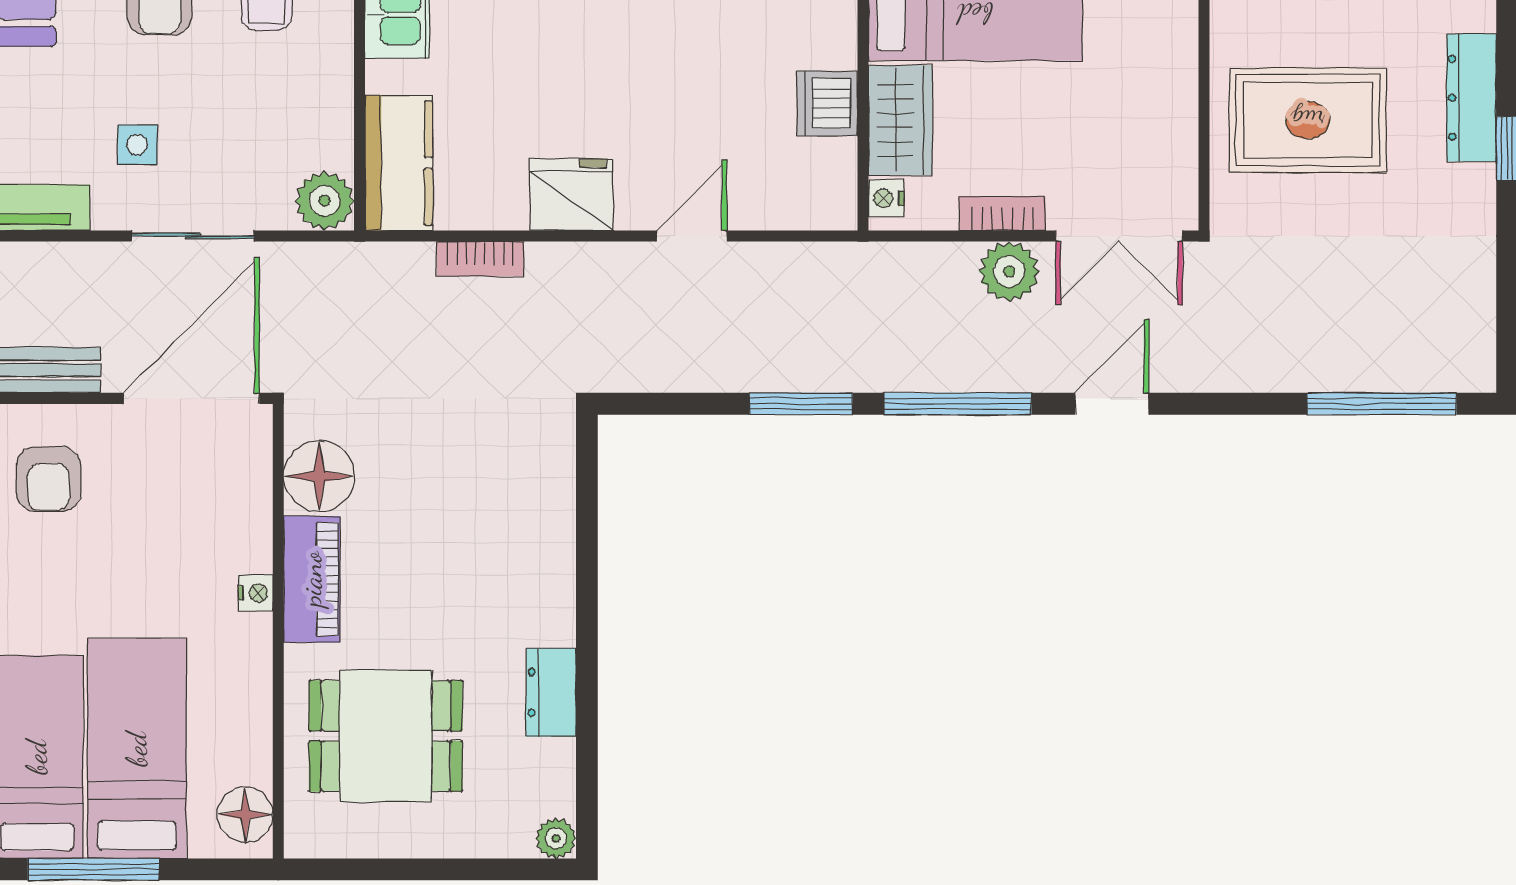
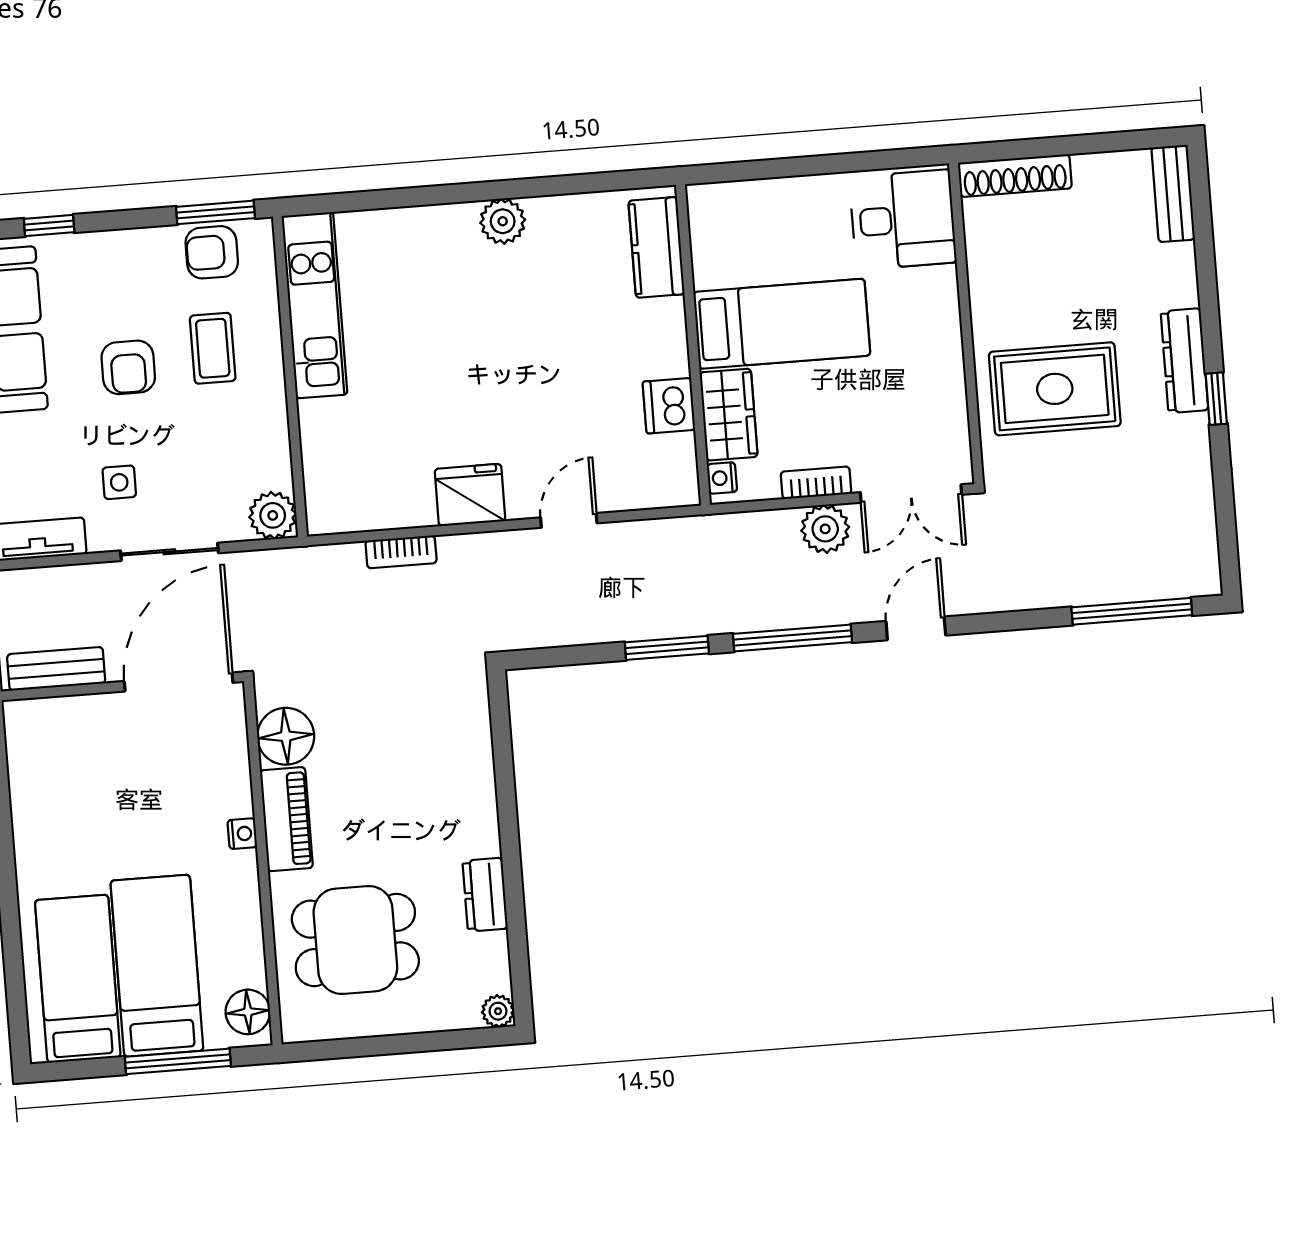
kitchen counter: (399, 163) -> (330, 480), removed
armchair: (49, 479) -> (69, 756), removed
window: (93, 869) -> (178, 1061), moved

